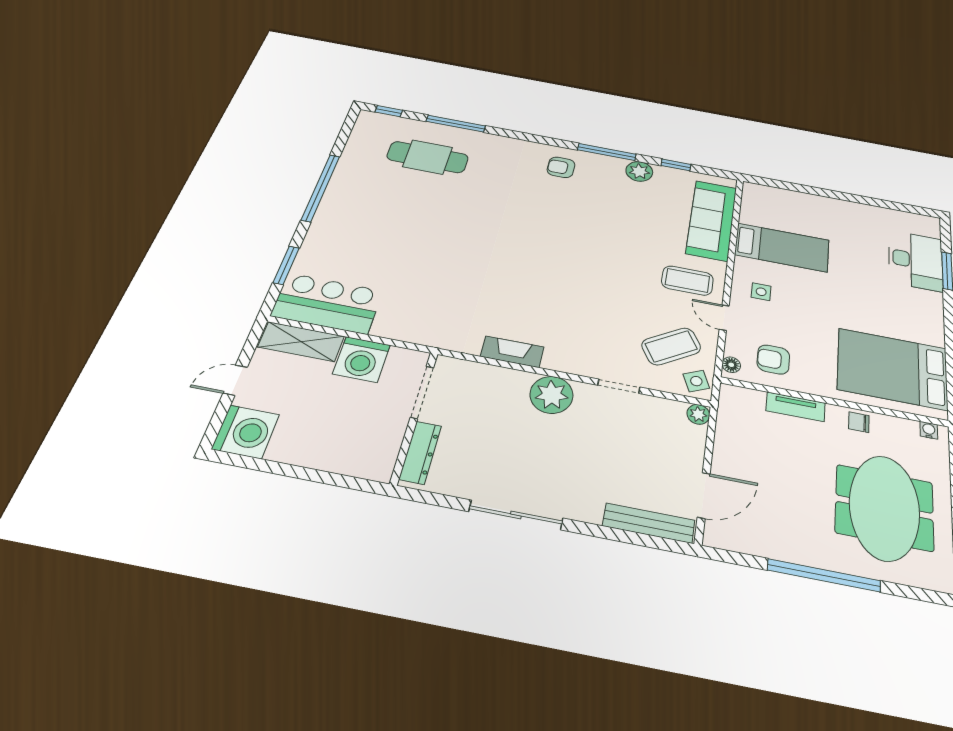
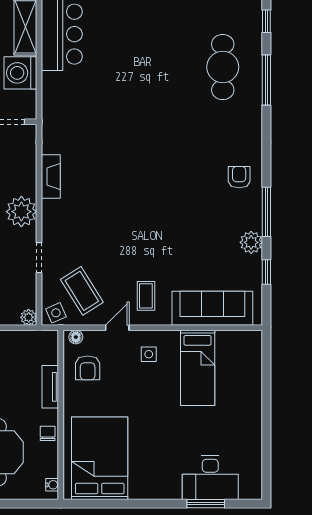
coffee table: (687, 281) -> (146, 296), width x0.73, depth x0.77
armchair: (773, 359) -> (88, 368), turned 180

